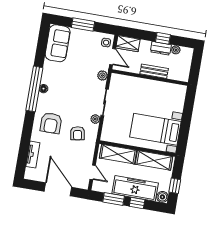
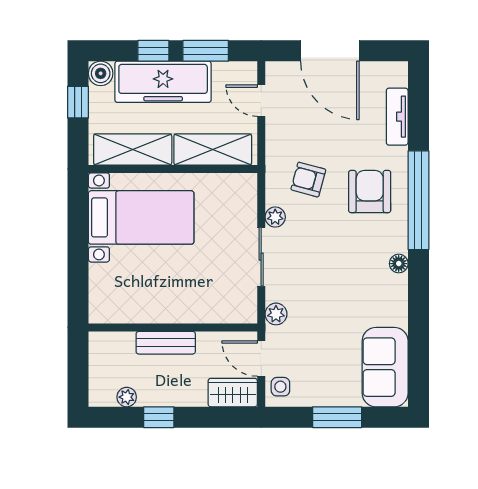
dresser: (161, 48) -> (160, 395), removed
window: (34, 89) -> (418, 200), moved
armchair: (78, 133) -> (308, 180), turned -65

